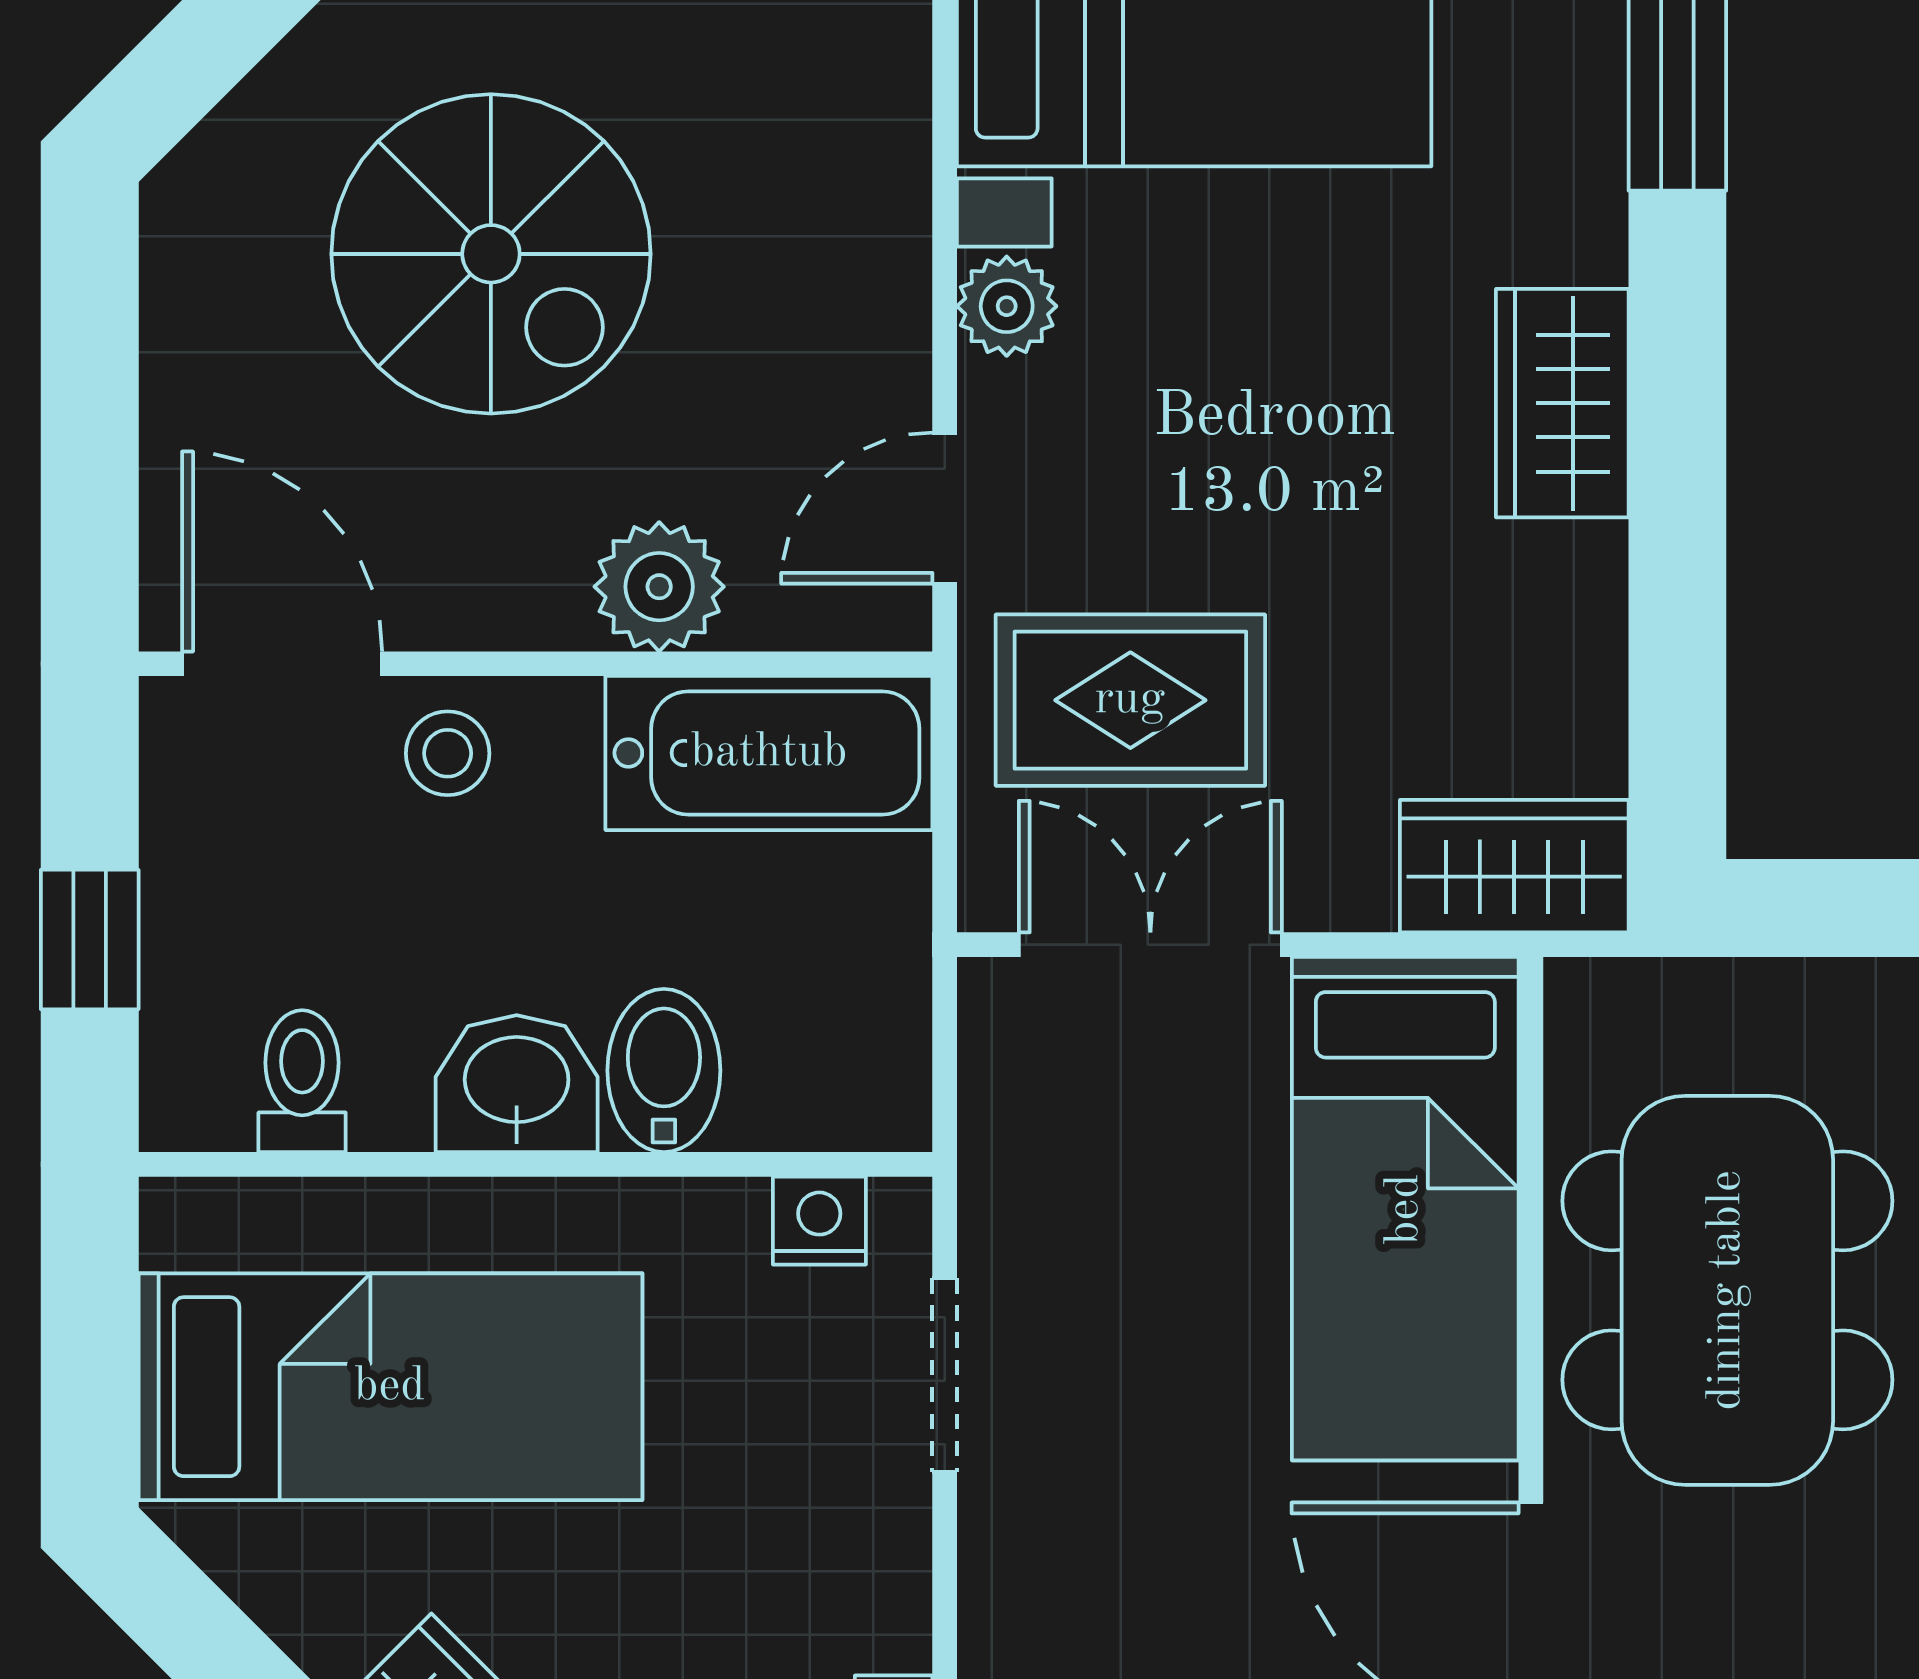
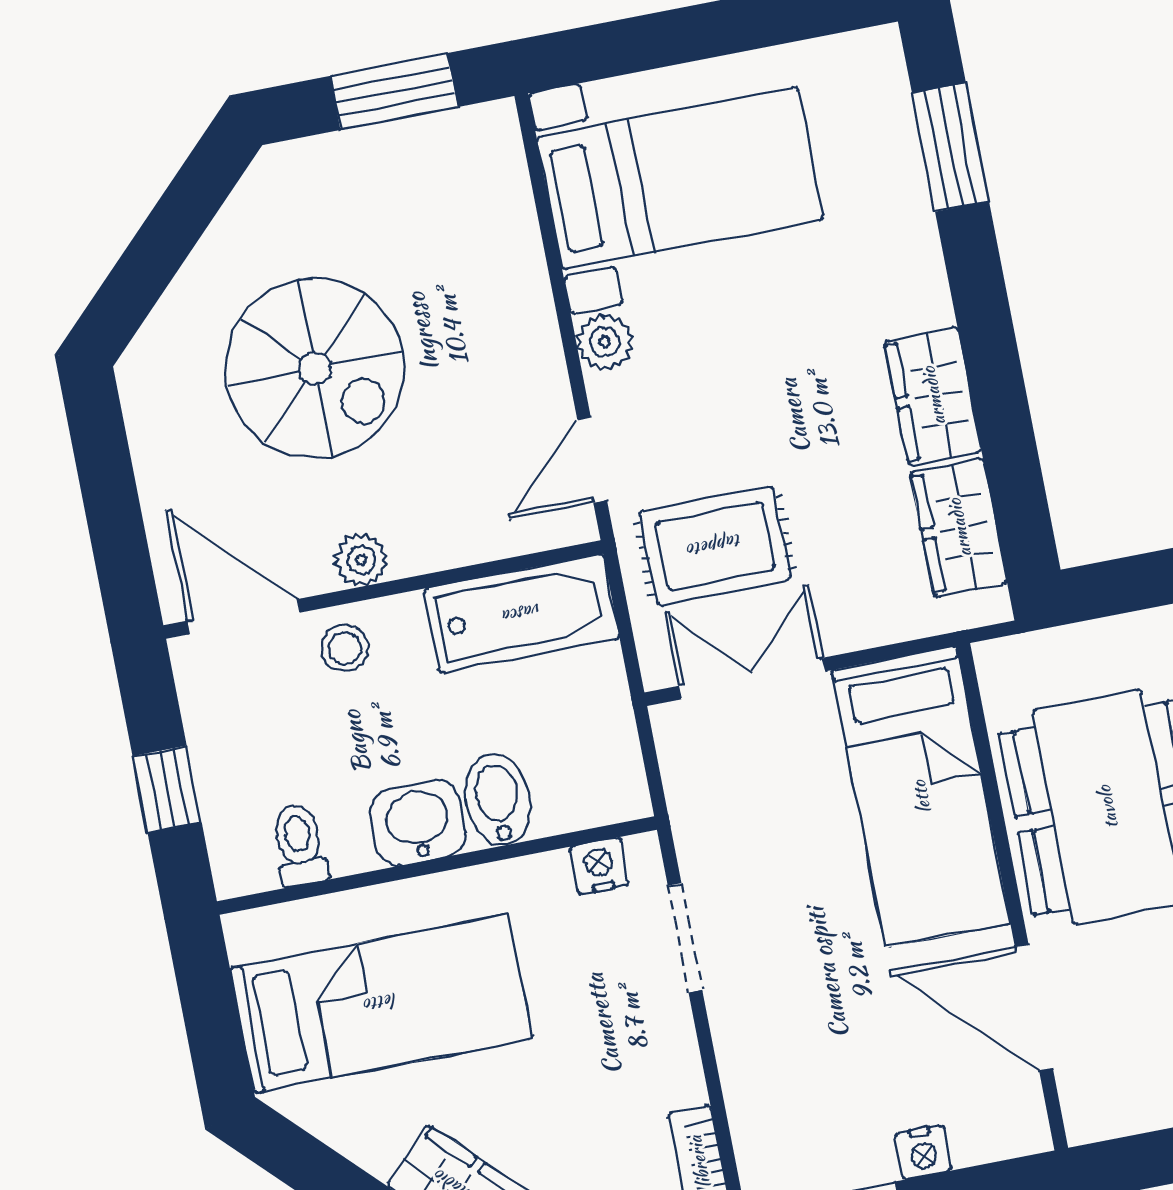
wardrobe: (1562, 403) -> (933, 396), moved
plant: (659, 587) -> (361, 560), moved, width x0.73, depth x0.73
wardrobe: (1514, 866) -> (959, 528), moved, turned -90

